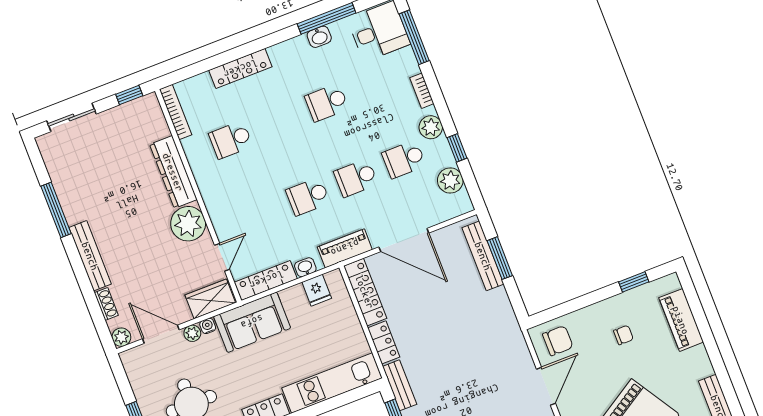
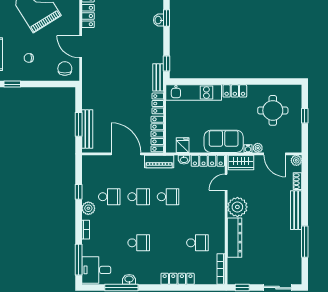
plant: (450, 181) -> (89, 176), removed
chair: (558, 341) -> (65, 69), turned 90
door: (546, 386) -> (81, 47), hinge flipped

